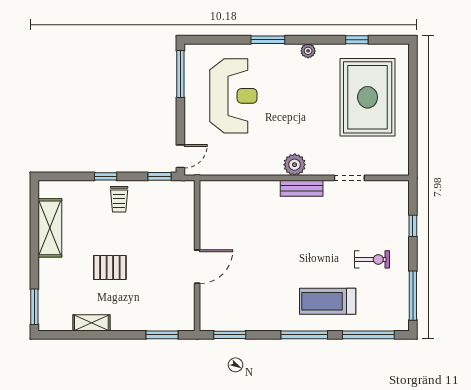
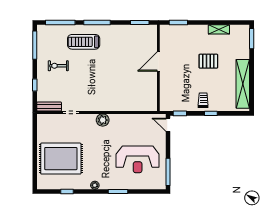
reception desk: (233, 96) -> (138, 159), turned -90
rug: (368, 97) -> (61, 159), turned 90
door: (180, 156) -> (168, 125), hinge flipped
bench: (302, 188) -> (49, 107), moved
shelving: (50, 228) -> (243, 84), width x1.47
treadmill: (328, 301) -> (84, 42), turned 180

